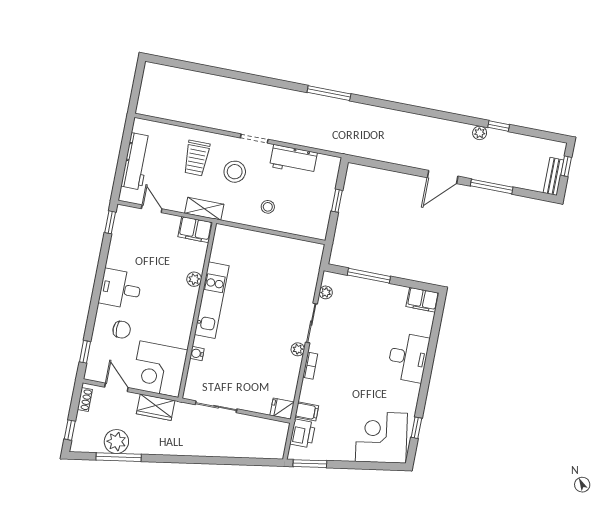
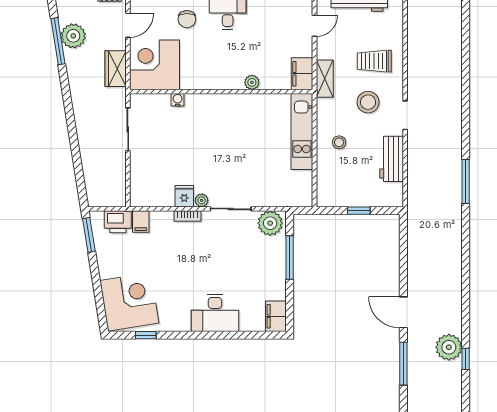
plant: (480, 133) -> (449, 347), width x1.88, depth x1.88
plant: (326, 292) -> (270, 223), width x1.88, depth x1.88
kitchen unit: (212, 300) -> (302, 131), moved, turned 90
fridge: (282, 409) -> (184, 196), moved

